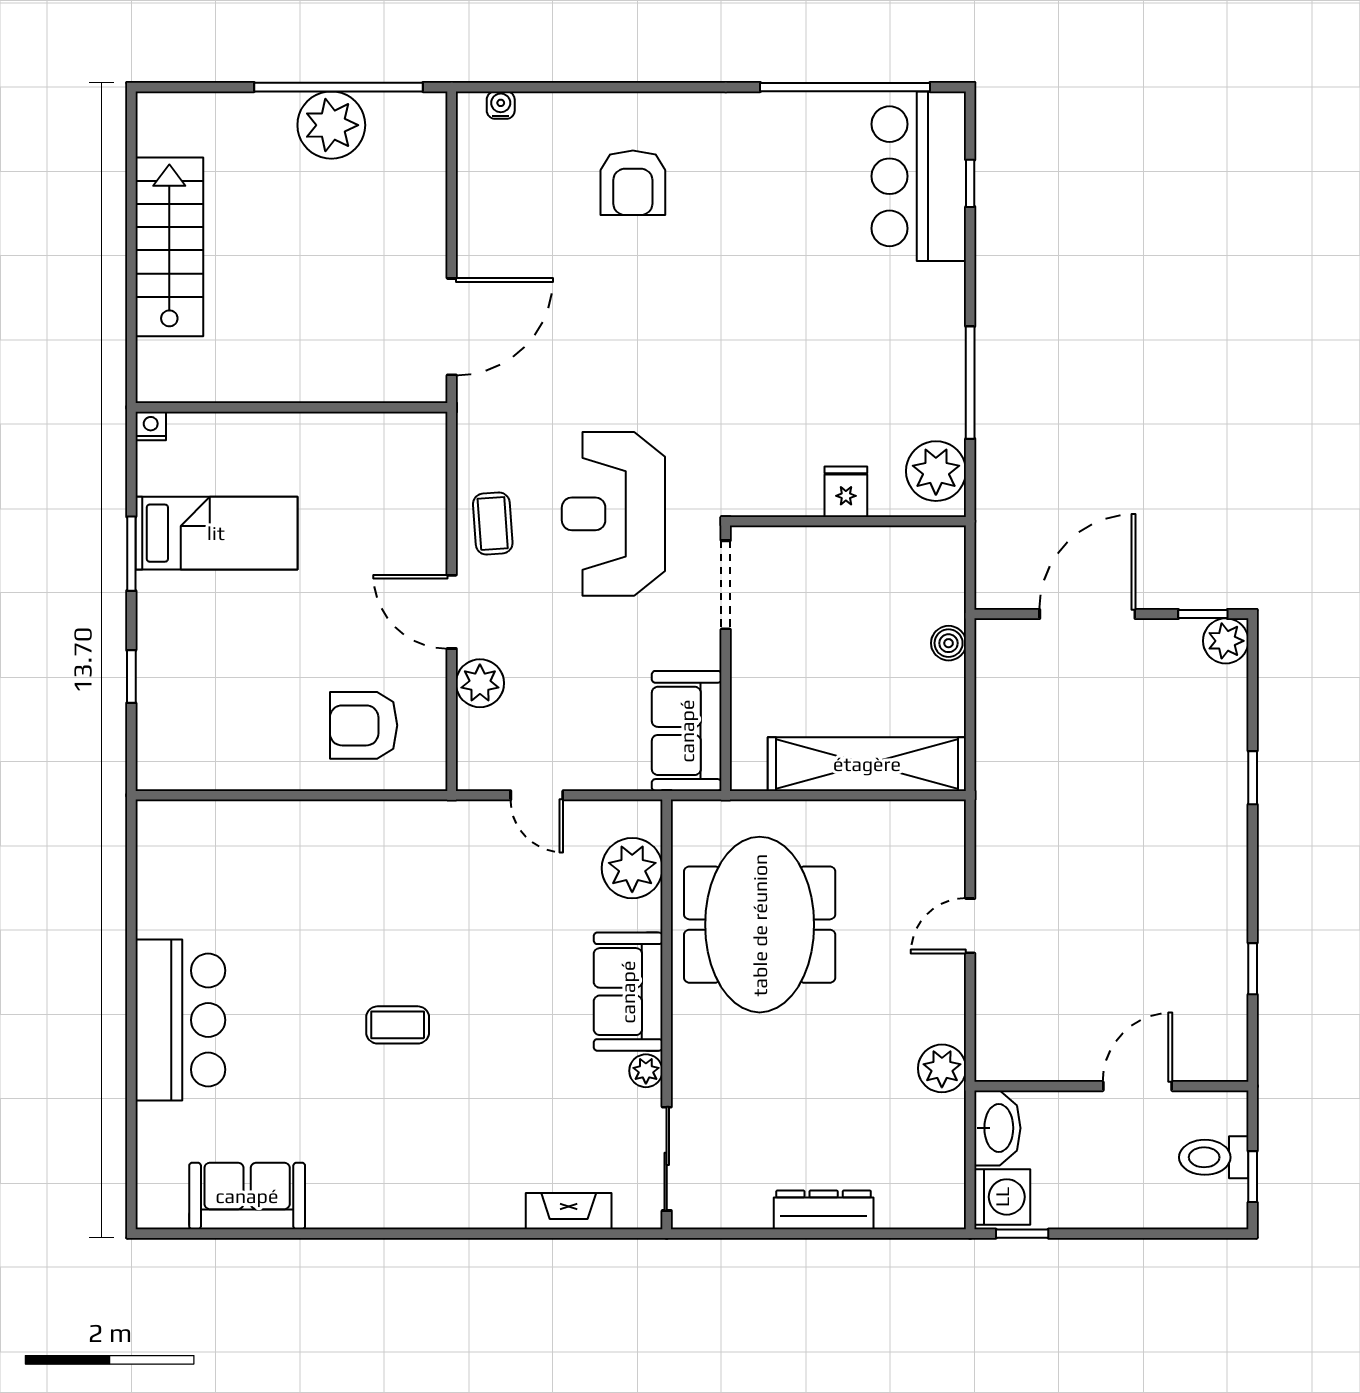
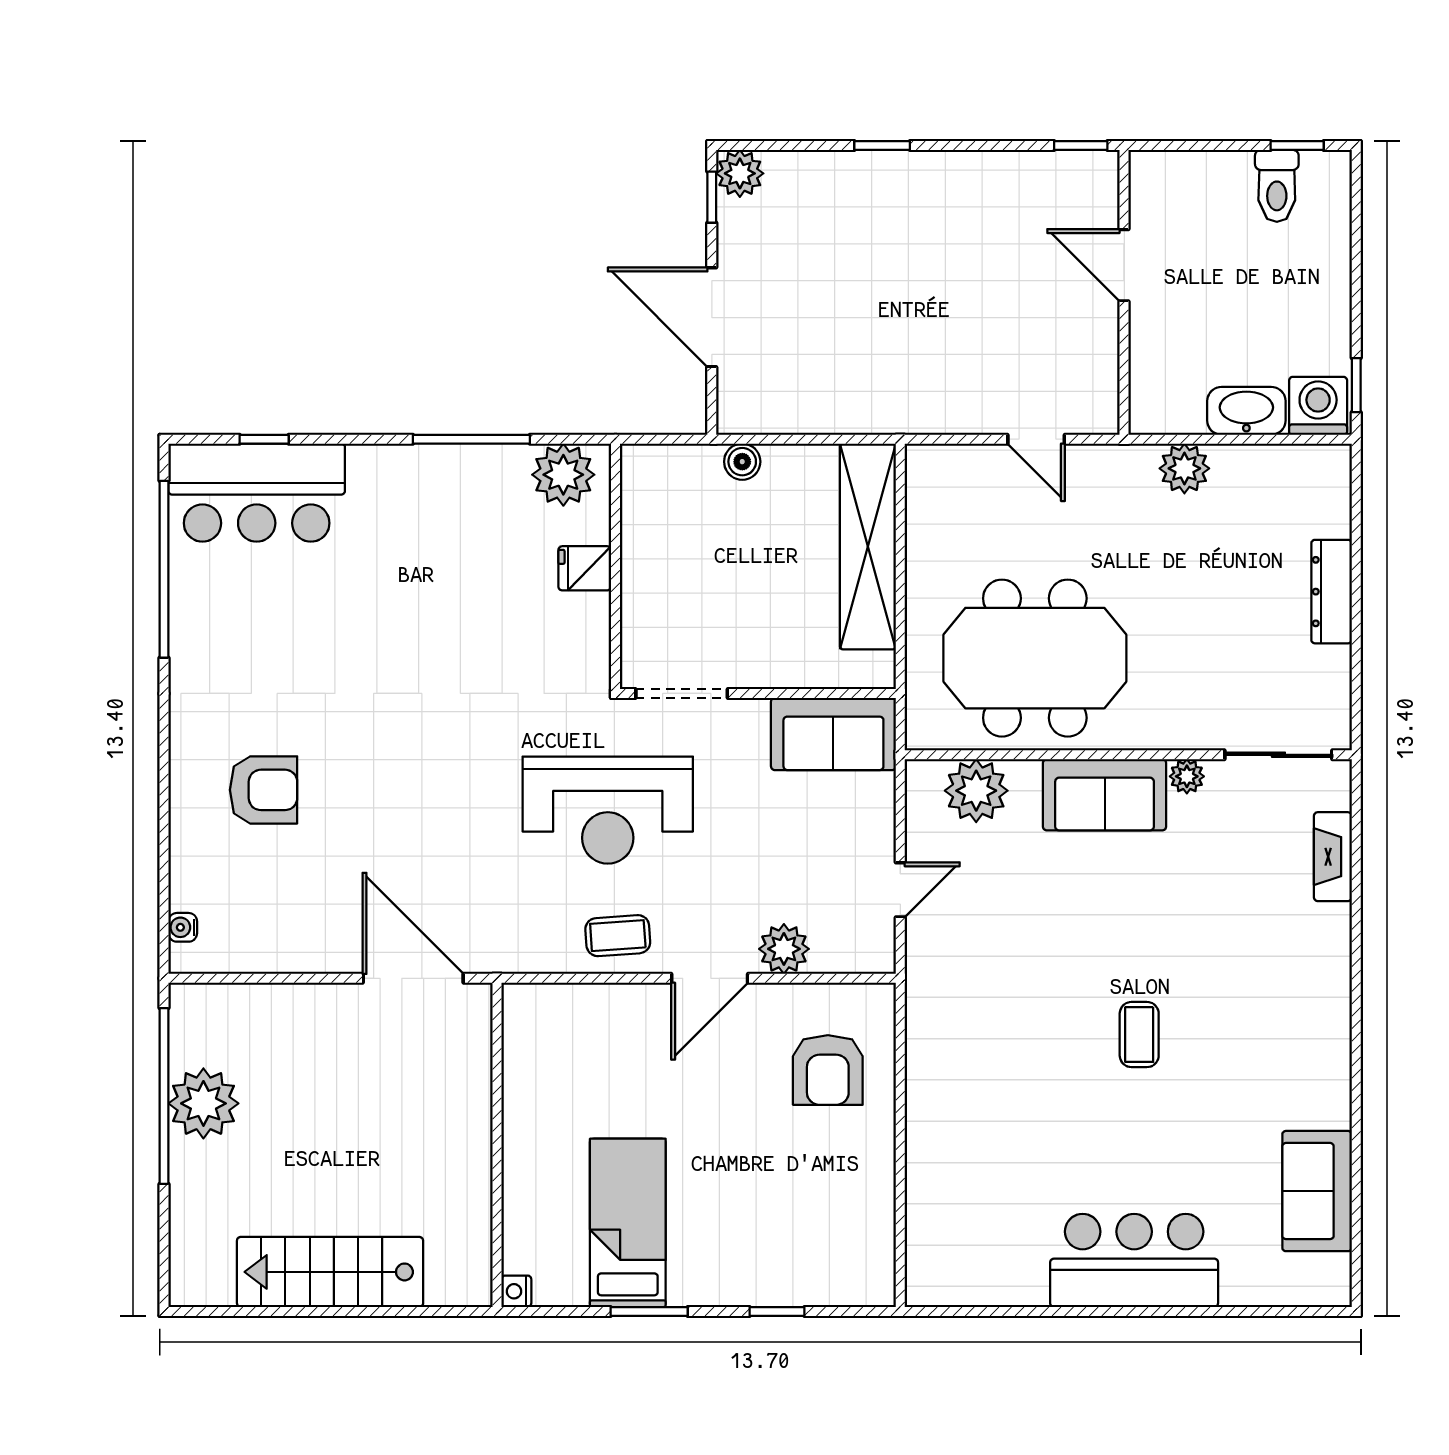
wall: (1111, 1086) -> (1124, 292), moved
door: (1137, 1086) -> (1124, 265), moved

